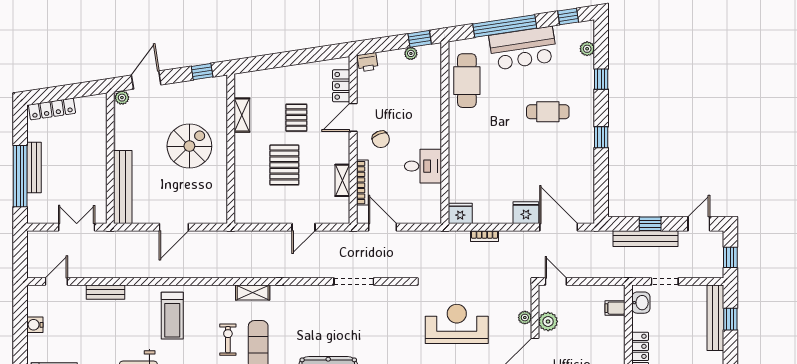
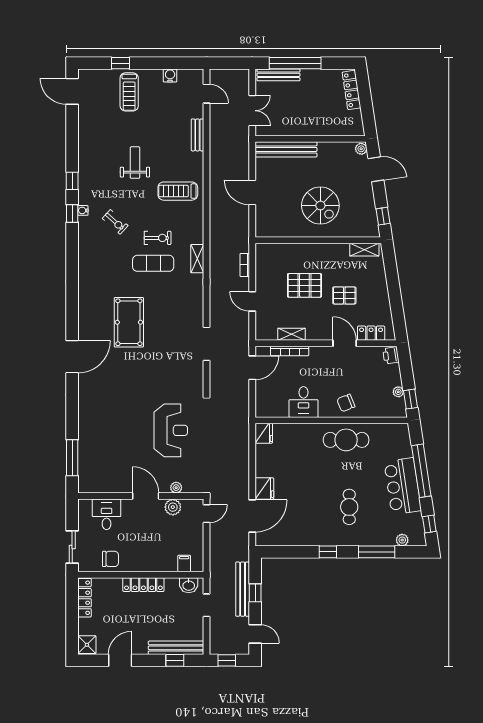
window: (601, 79) -> (377, 552), width x2.17
cafe table: (467, 81) -> (346, 440), moved
shelving: (242, 115) -> (364, 250), moved
chair: (381, 139) -> (346, 403), moved
bench: (34, 167) -> (278, 75), moved
bookcase: (484, 236) -> (245, 265), moved

